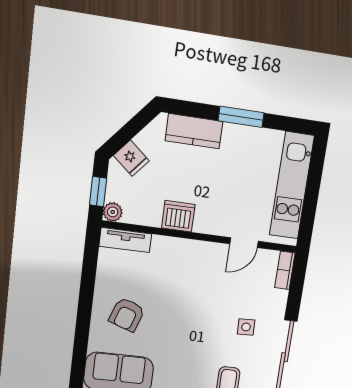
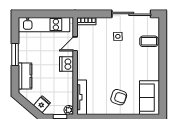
dishwasher: (178, 216) -> (67, 64), moved
tv unit: (125, 240) -> (82, 97), width x1.41
door: (244, 243) -> (75, 44), swing flipped

